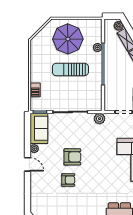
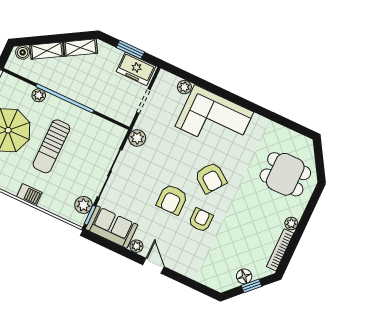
barbecue: (35, 90) -> (29, 195), moved
plant: (44, 105) -> (83, 205), added
armchair: (72, 157) -> (172, 199), turned 180
door: (27, 164) -> (153, 266), hinge flipped
armchair: (96, 174) -> (211, 178), added

